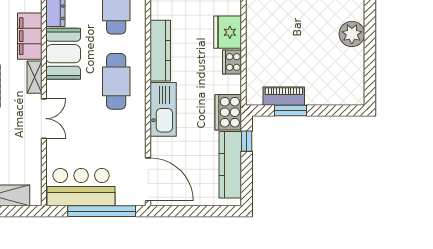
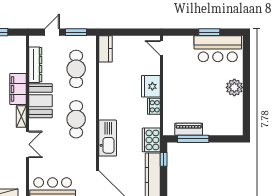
kitchen counter: (160, 51) -> (106, 99), removed
window: (290, 110) -> (193, 139), width x1.44

